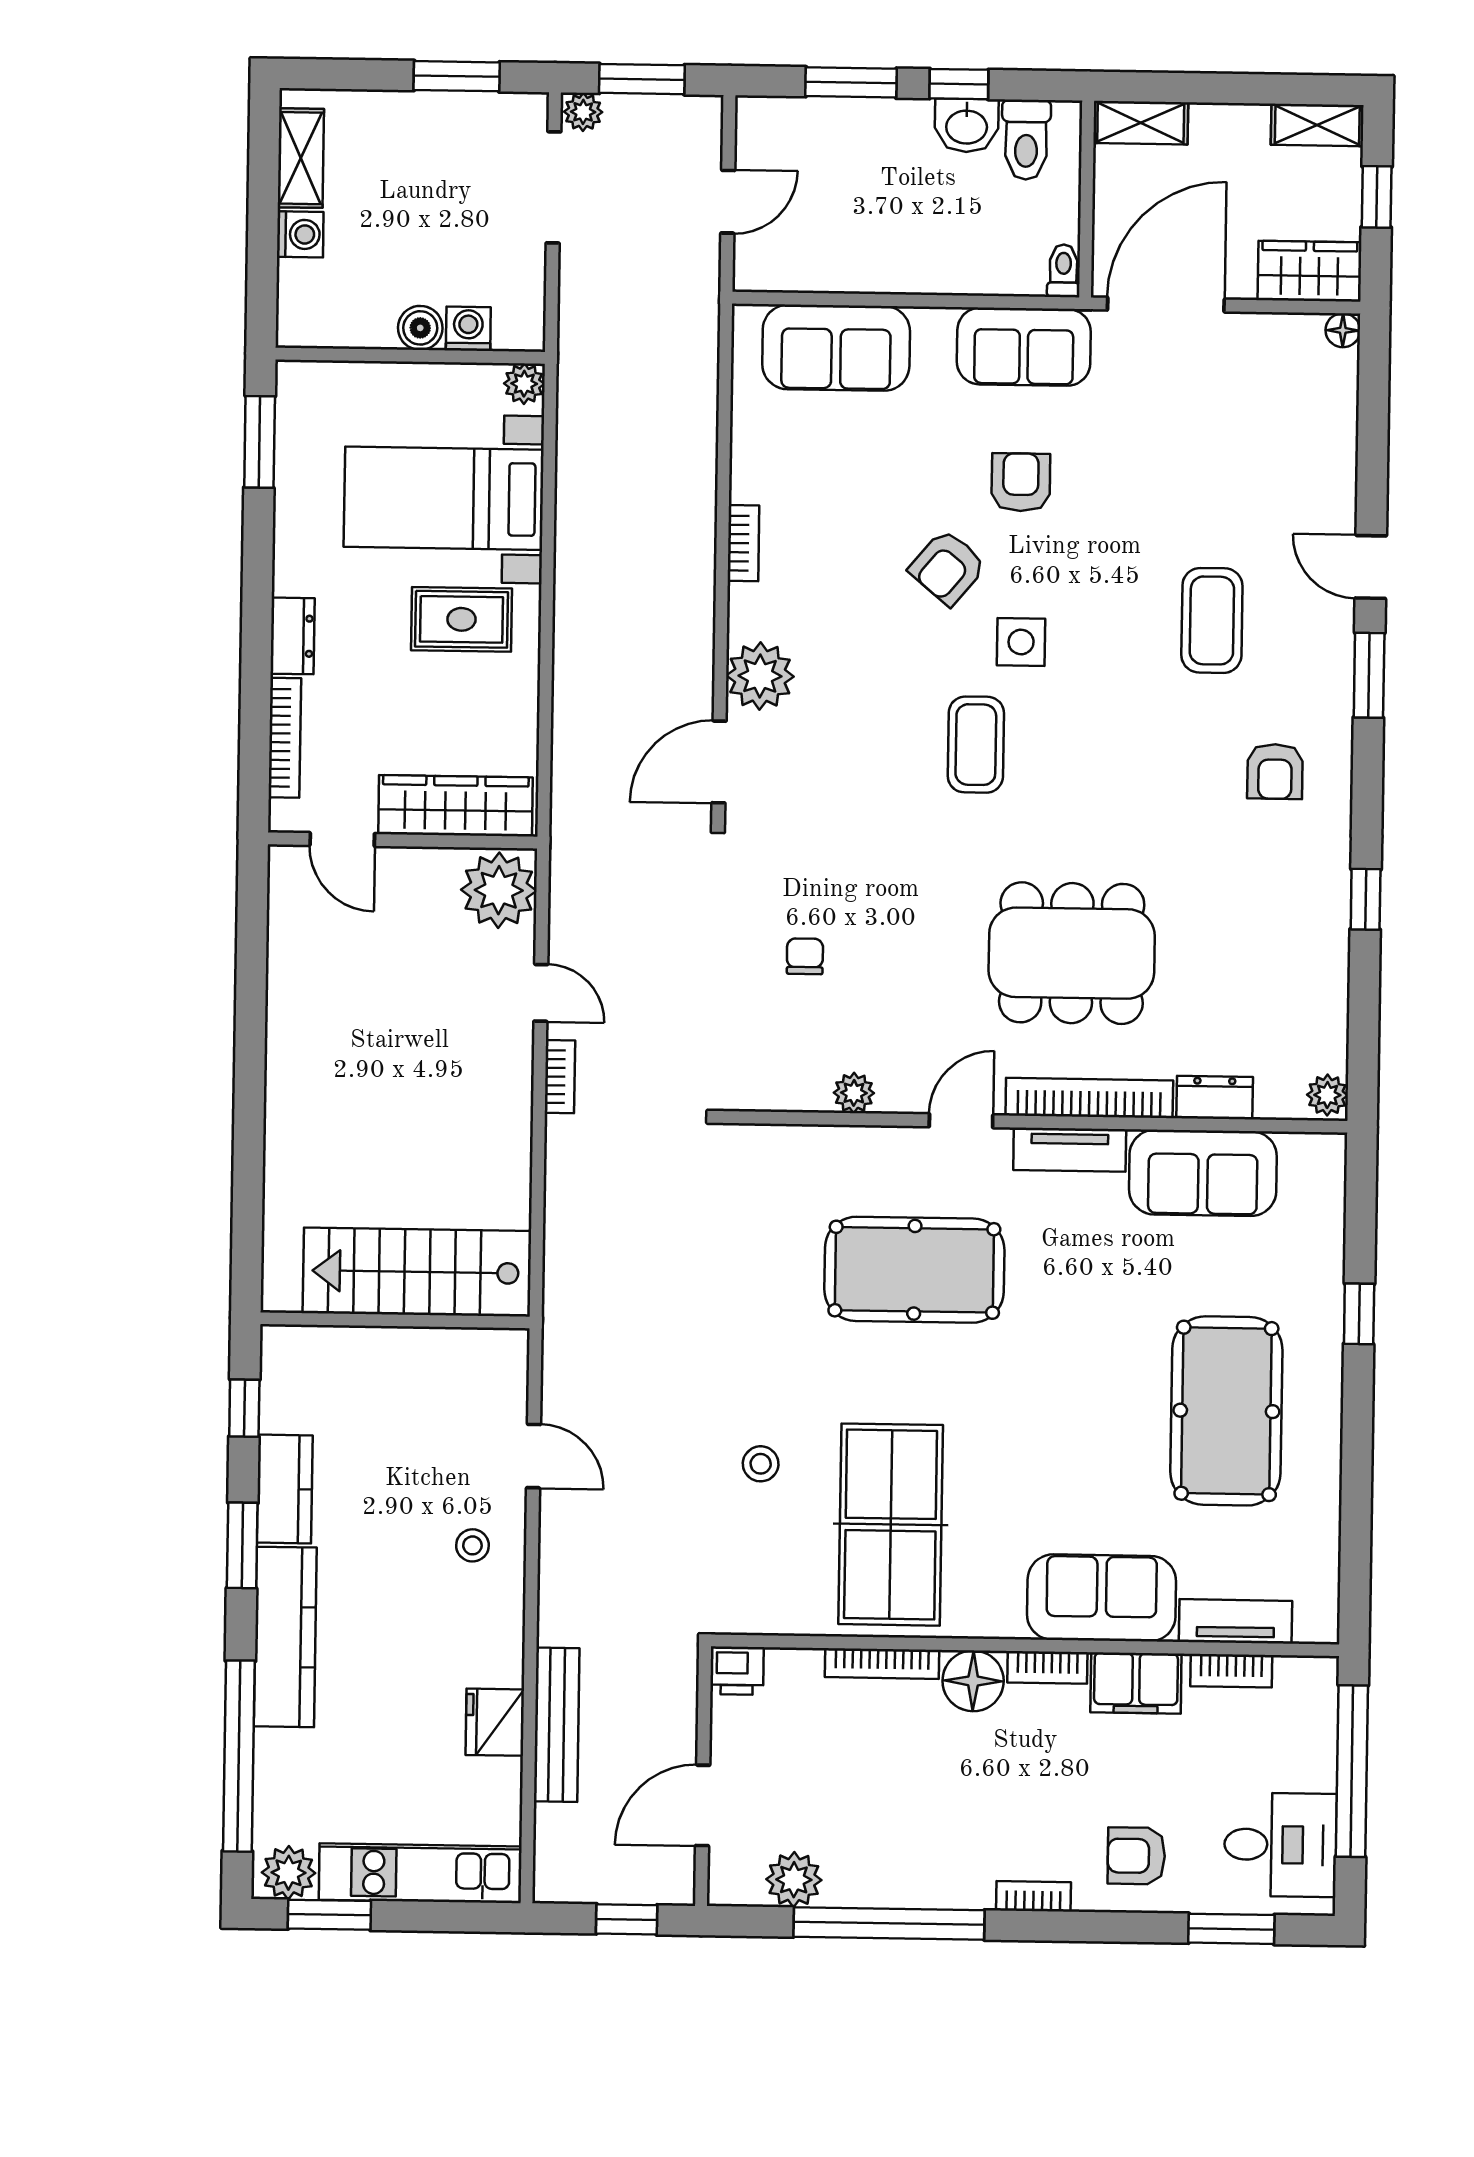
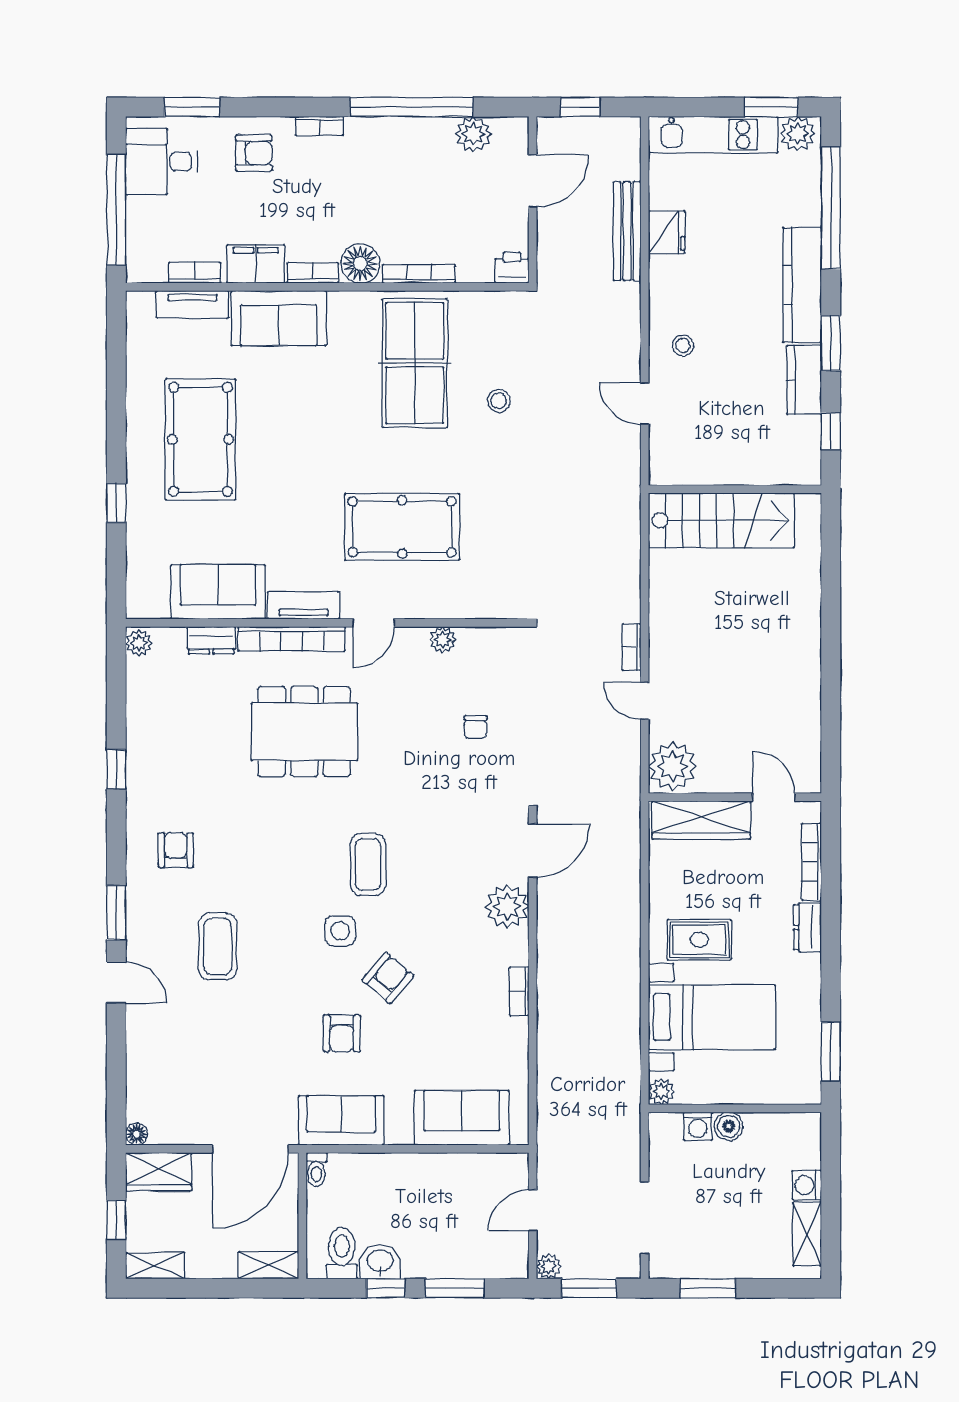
plant: (583, 112) -> (549, 1267), moved

